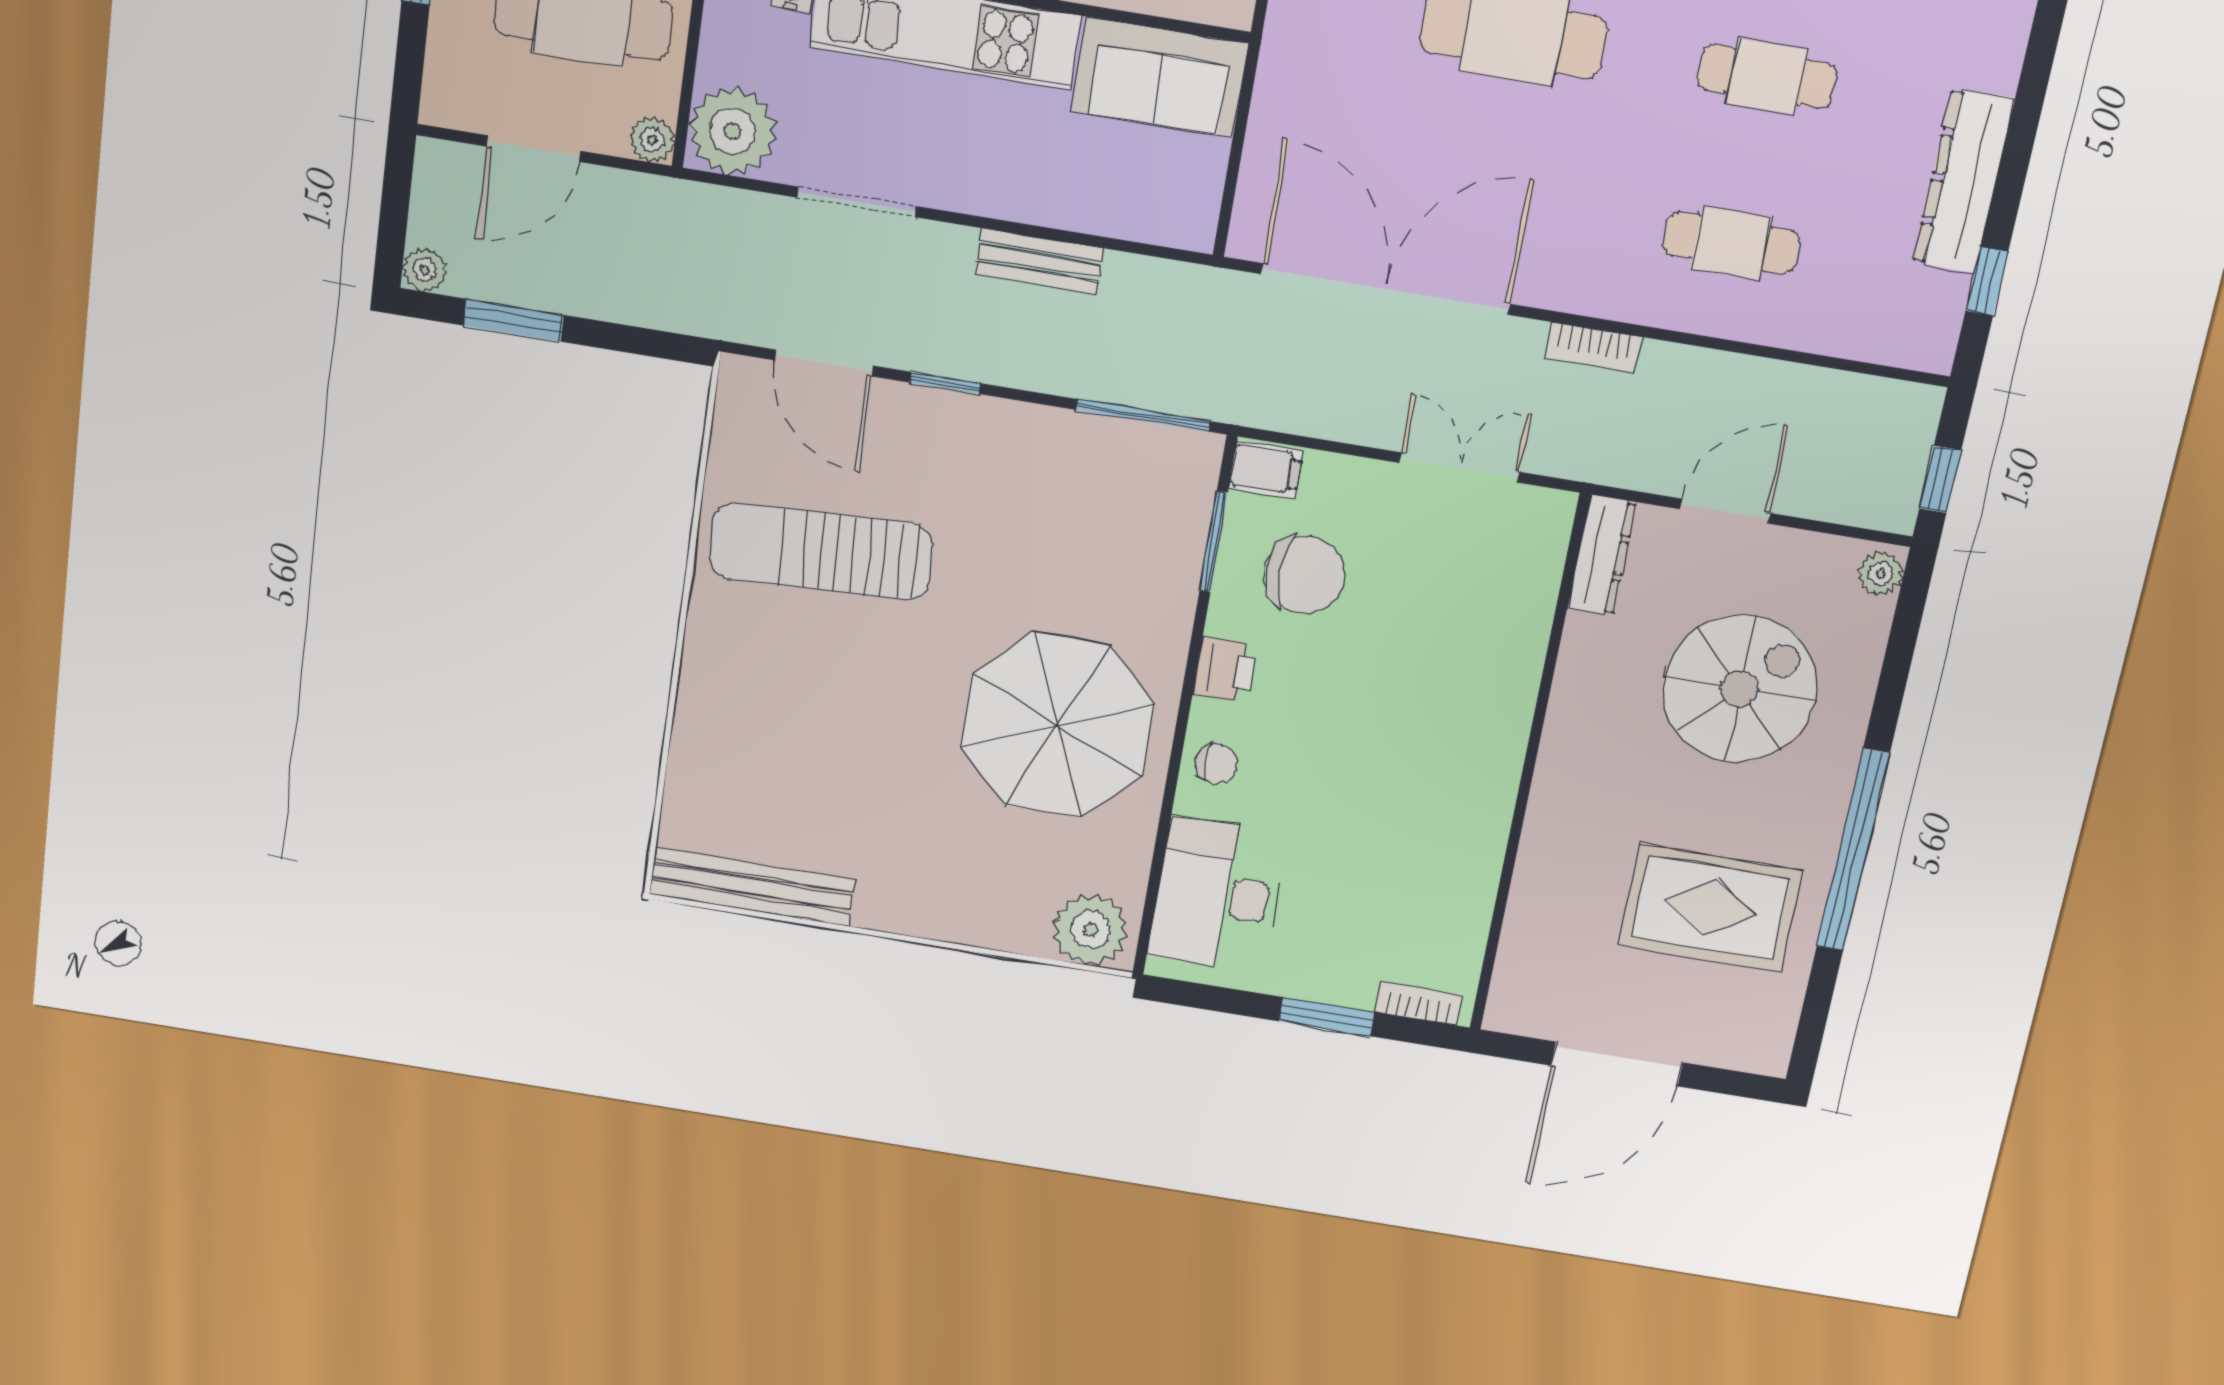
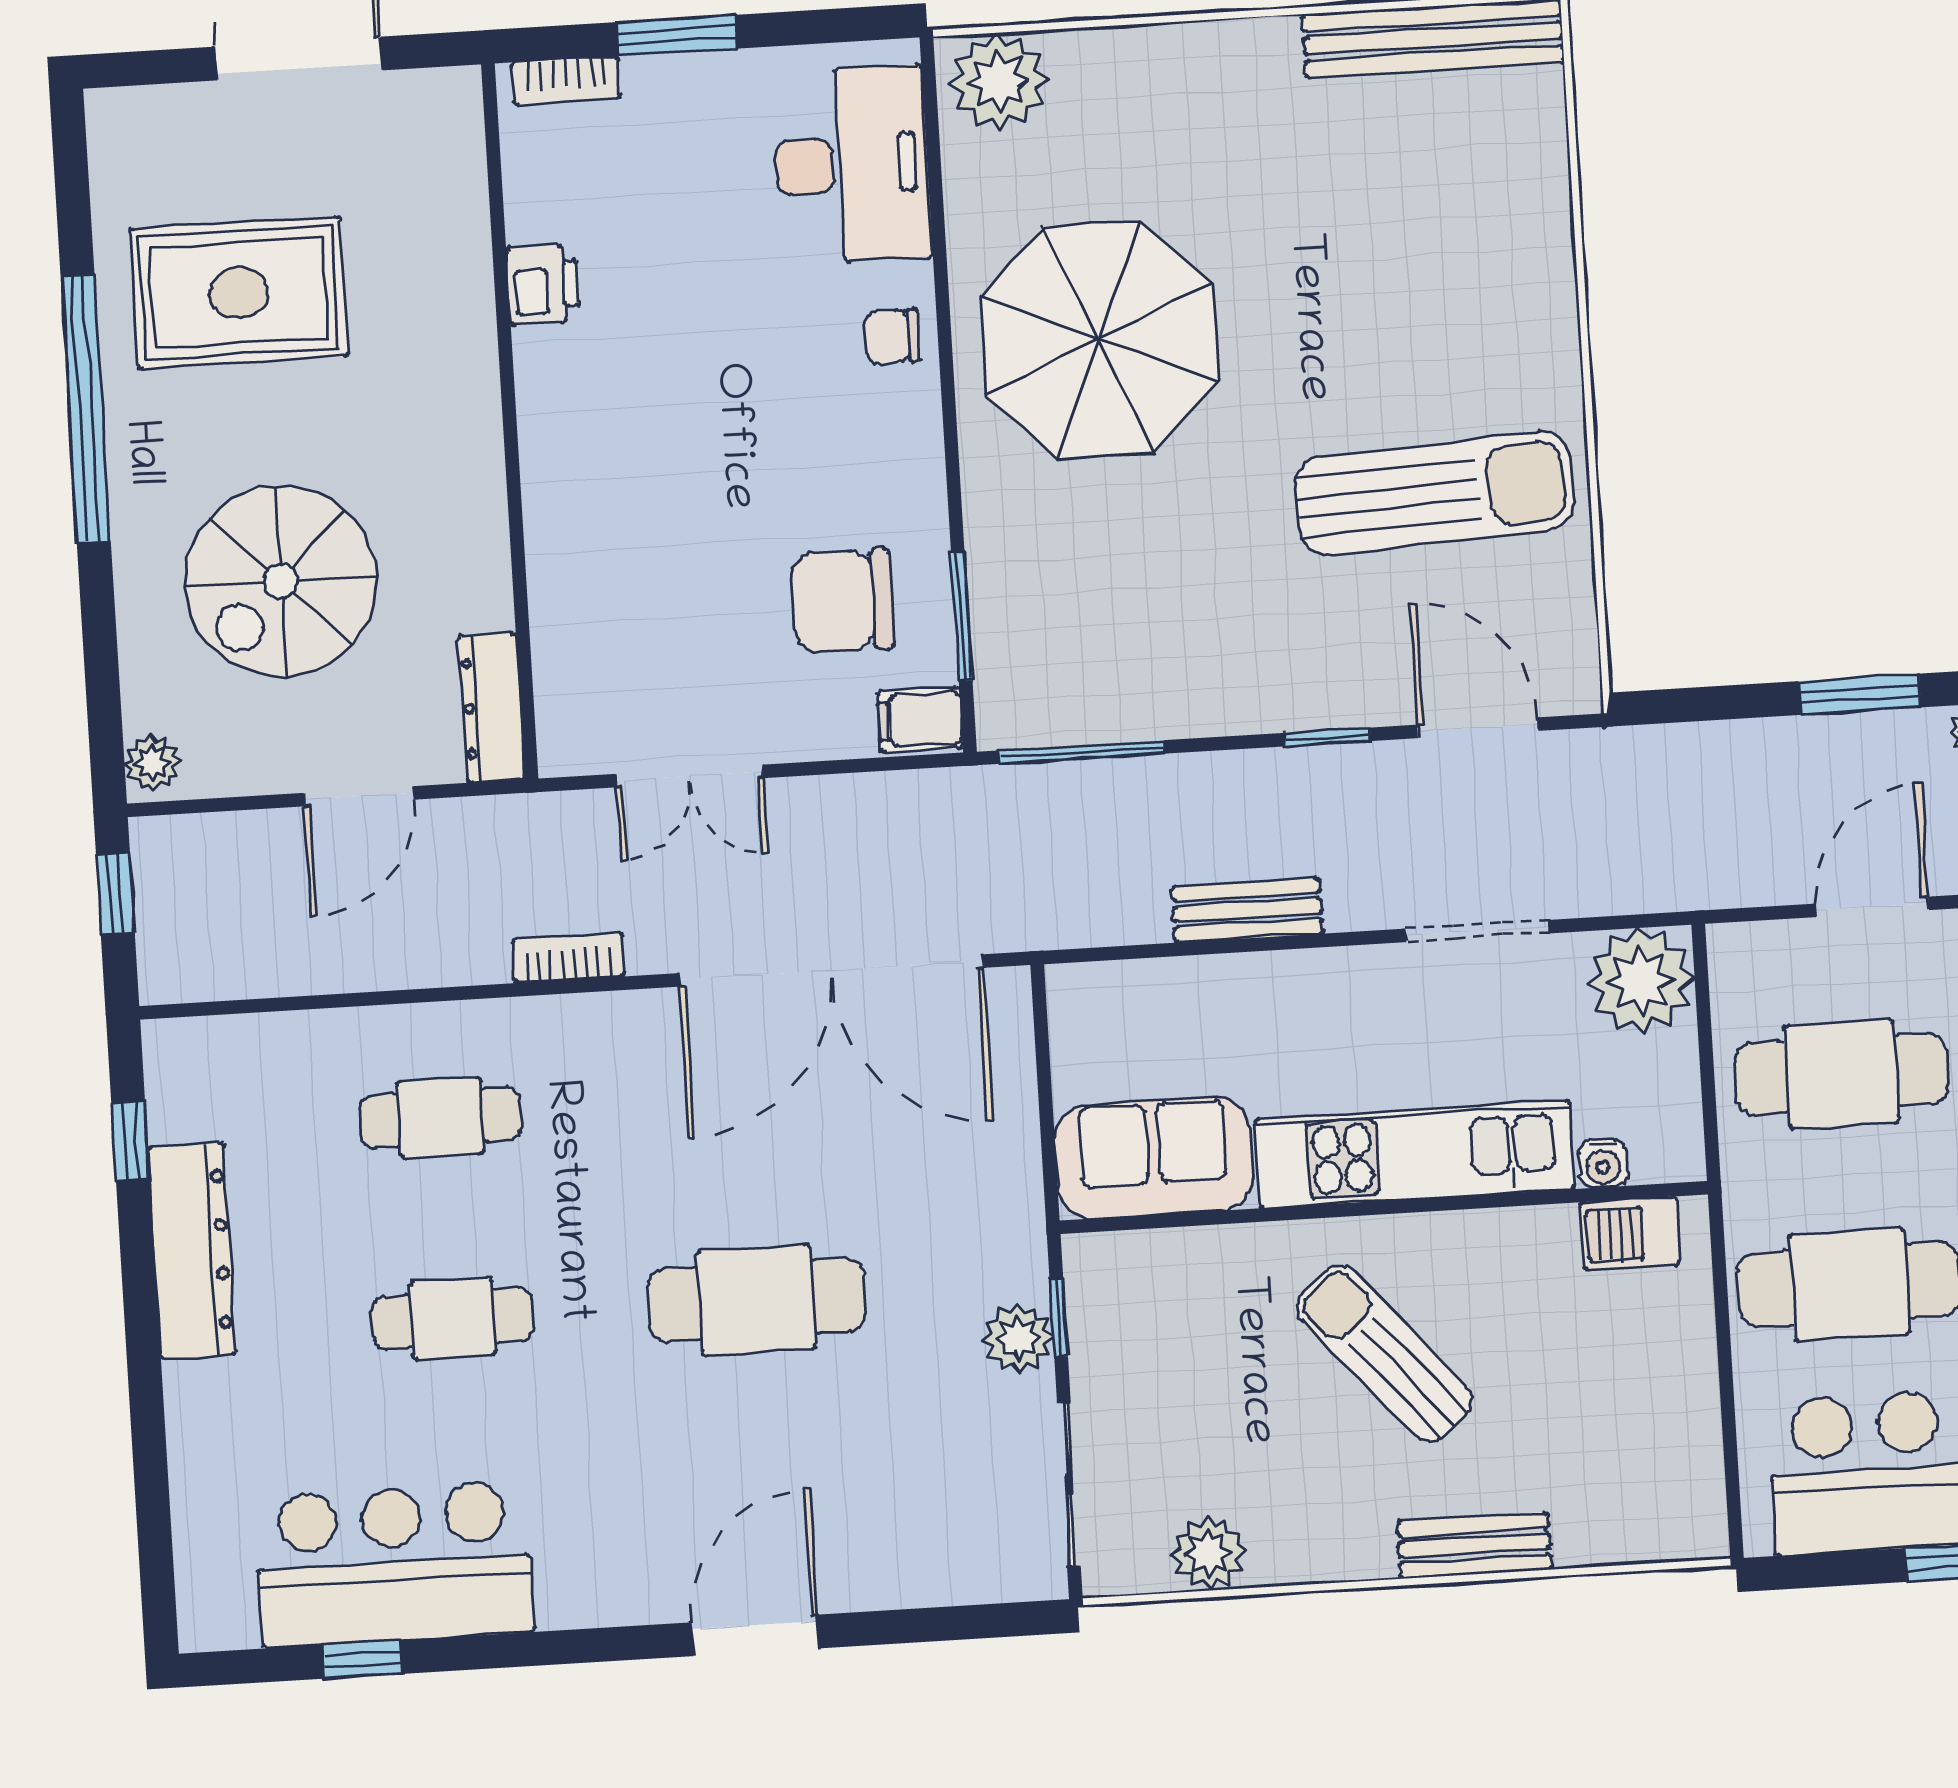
plant: (652, 140) -> (1734, 949), removed
printer: (1225, 670) -> (543, 285), moved, turned 180

